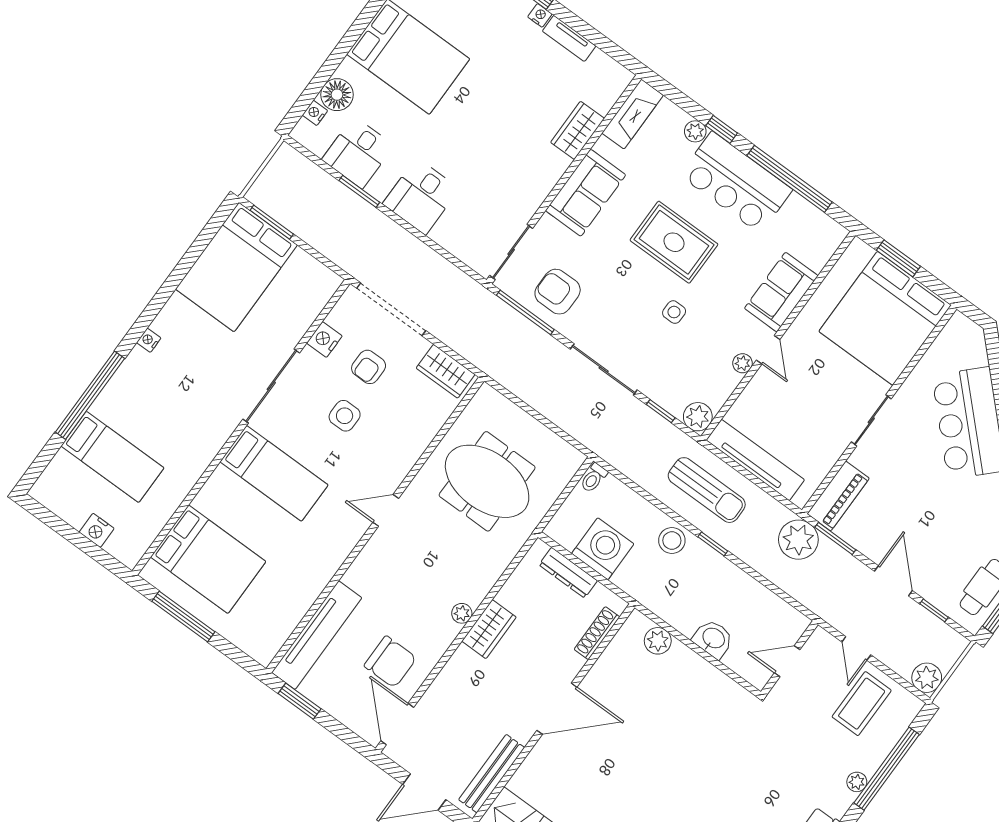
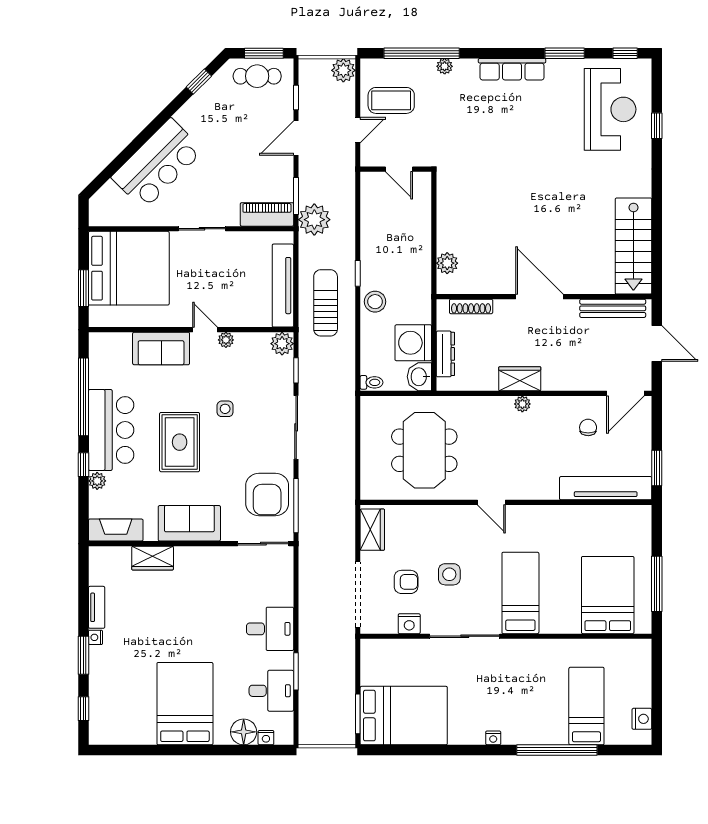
armchair: (558, 292) -> (267, 494), width x1.36, depth x1.36
door: (768, 350) -> (205, 330), hinge flipped
nightstand: (97, 530) -> (642, 719), moved
washbasin: (713, 639) -> (419, 377), moved
chair: (390, 662) -> (588, 427), width x0.54, depth x0.54

